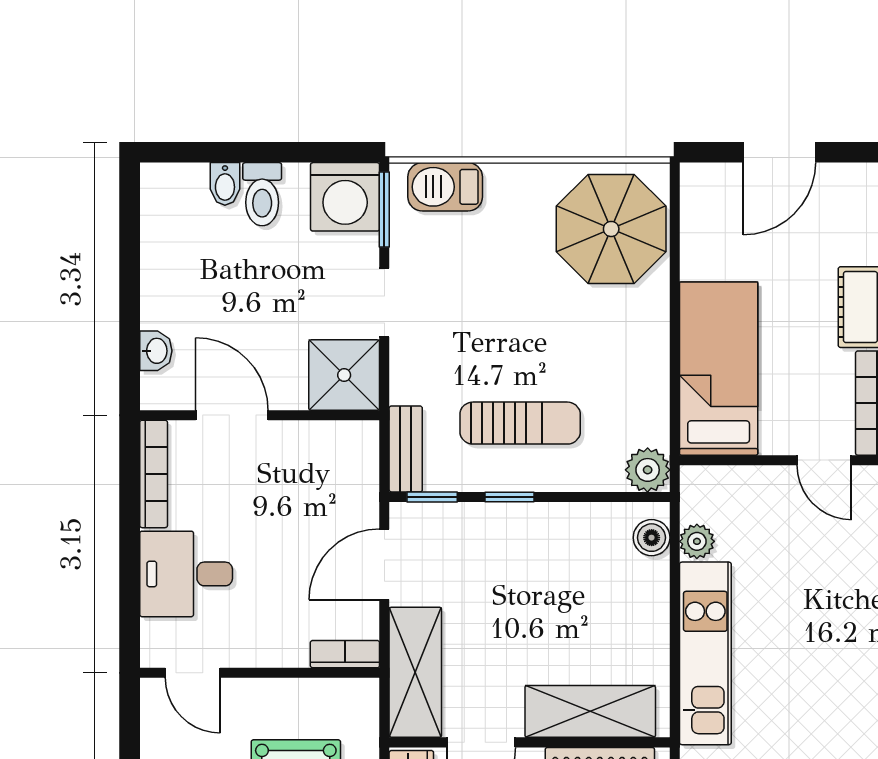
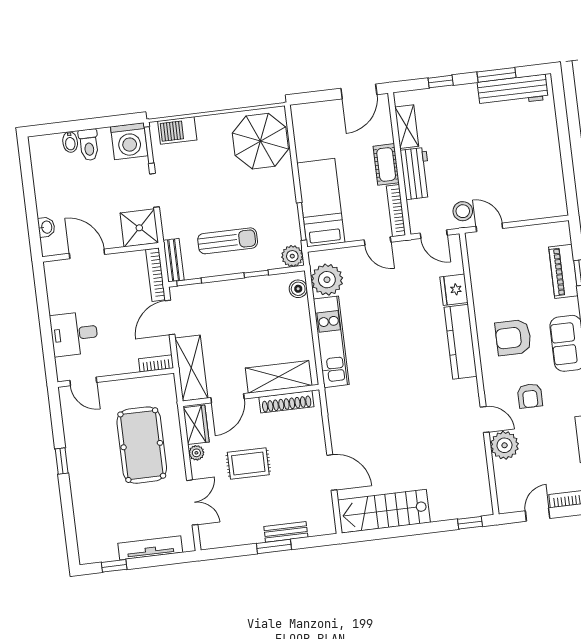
door: (779, 152) -> (359, 91), moved
window: (675, 402) -> (301, 221), added
bookcase: (154, 474) -> (156, 275), moved, turned 180
window: (510, 497) -> (256, 274), moved
plant: (697, 541) -> (327, 280), width x1.87, depth x1.87

